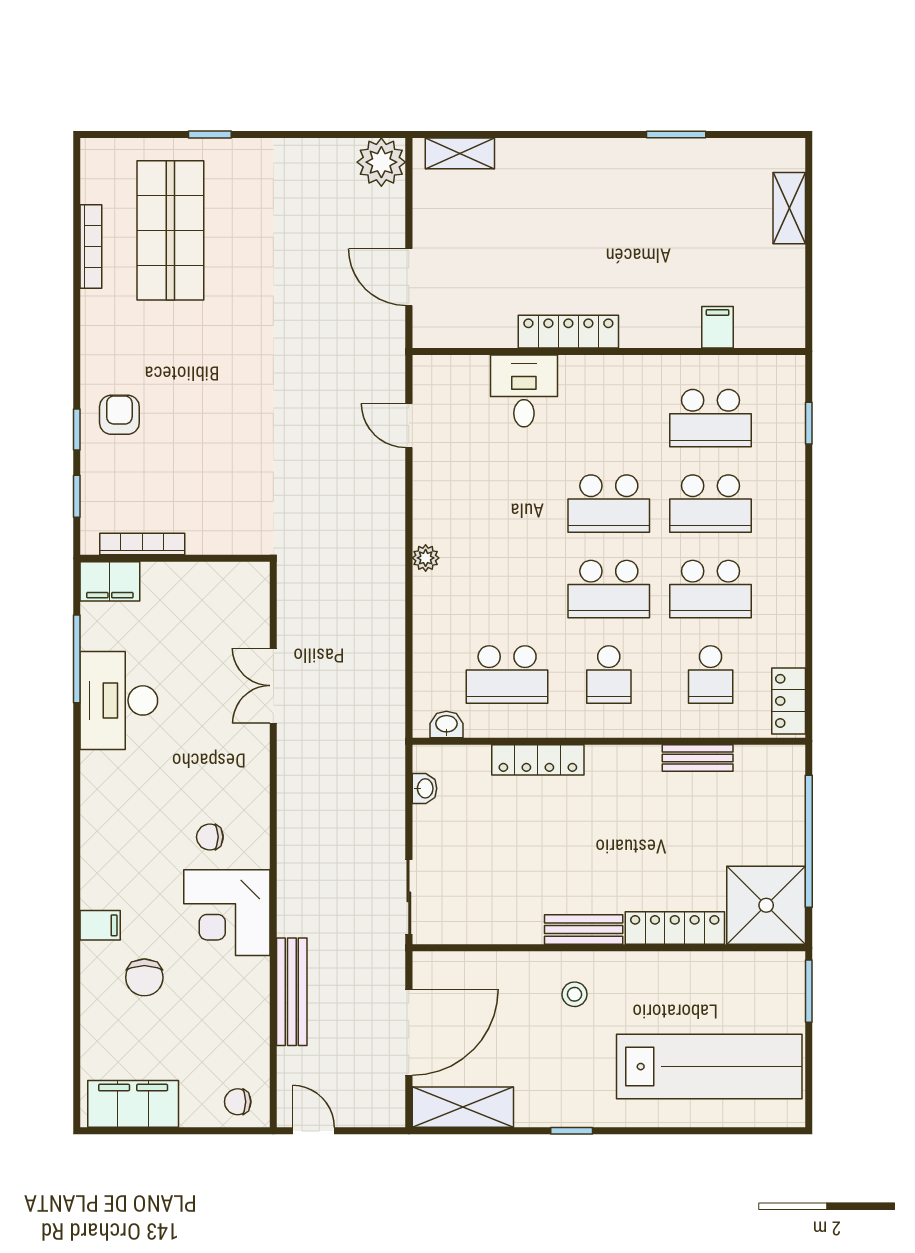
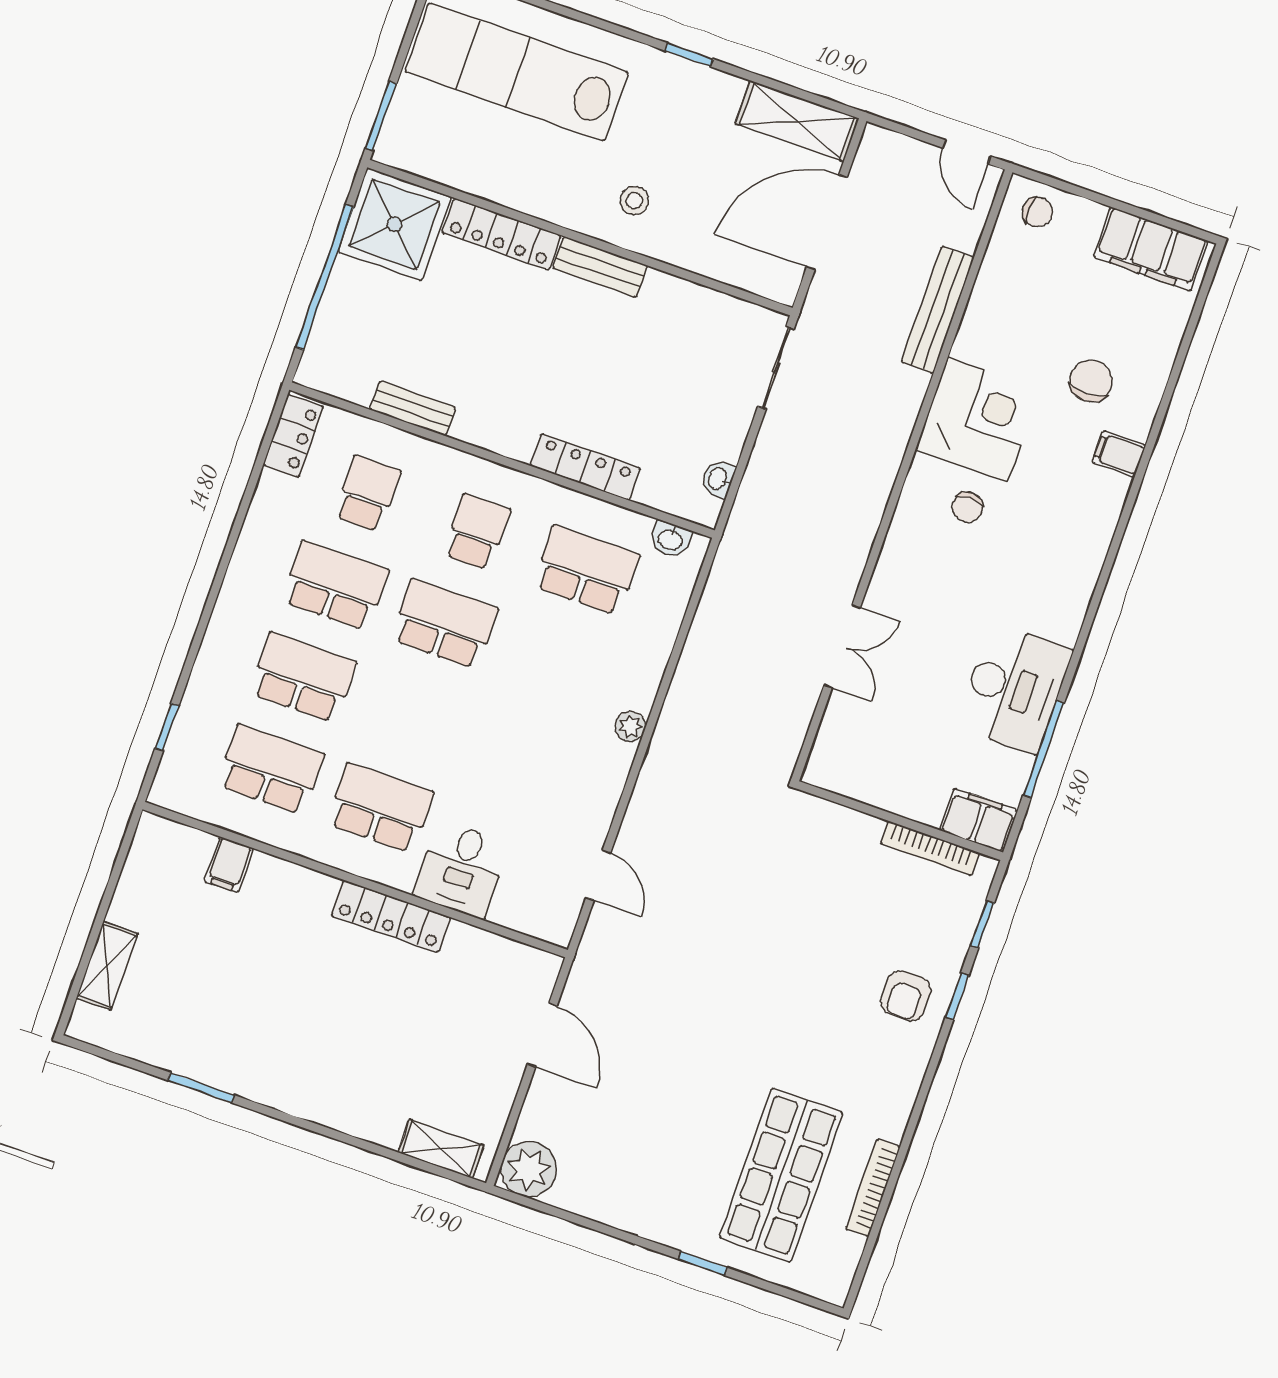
school desk: (609, 504) -> (380, 808), moved
chair: (210, 837) -> (968, 507), turned 91

